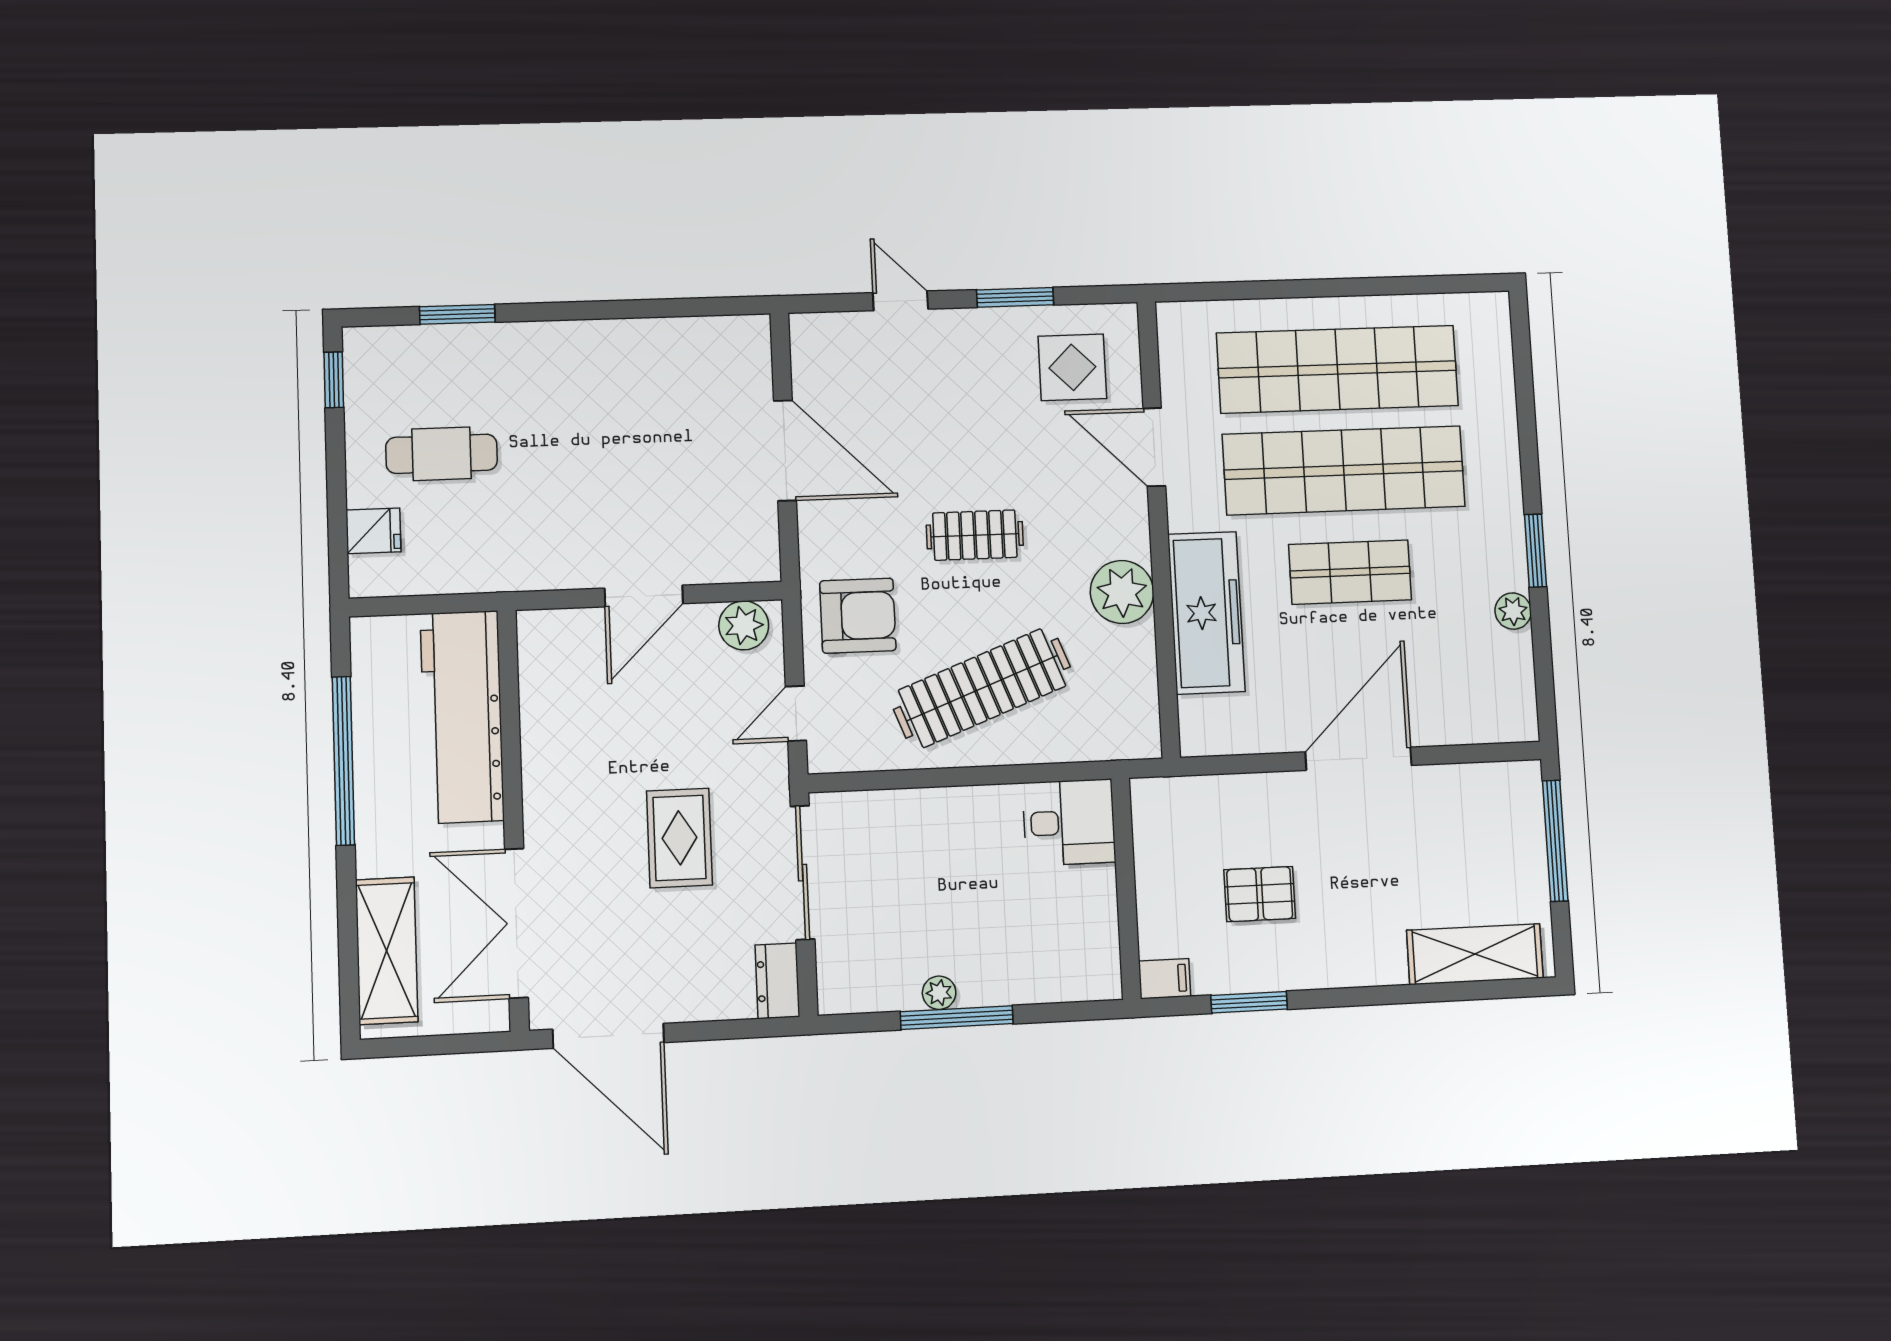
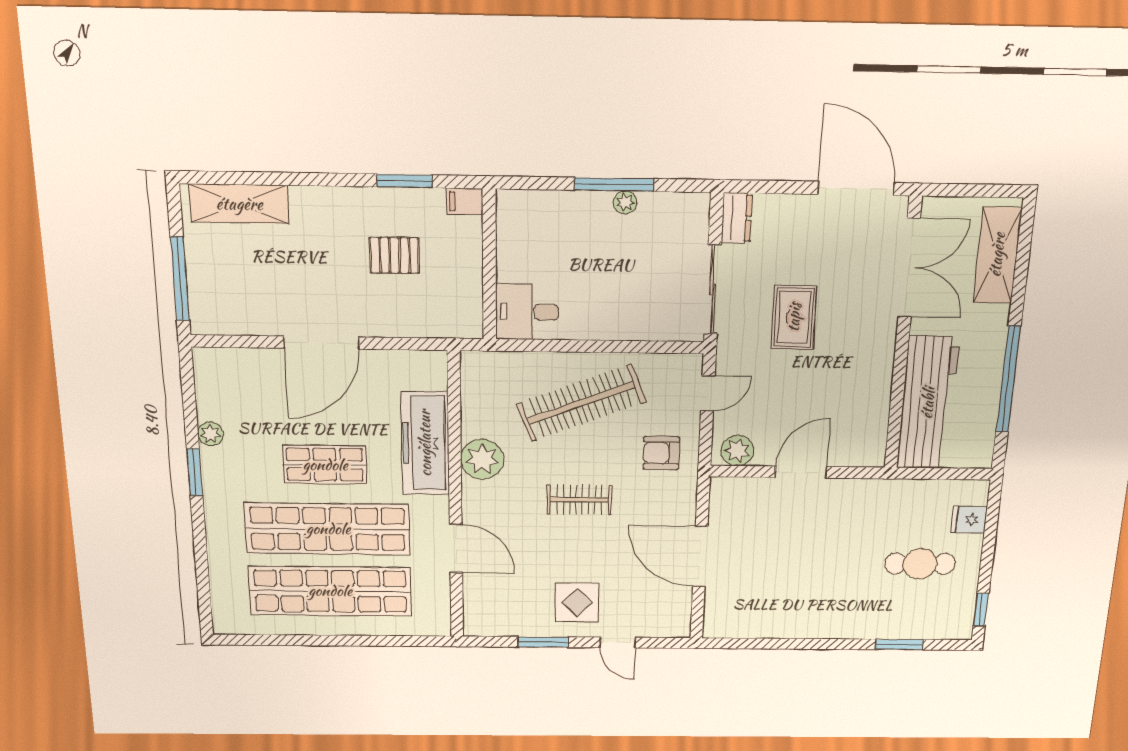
display table: (1072, 367) -> (577, 603), moved
armchair: (858, 616) -> (661, 453), width x0.72, depth x0.72

